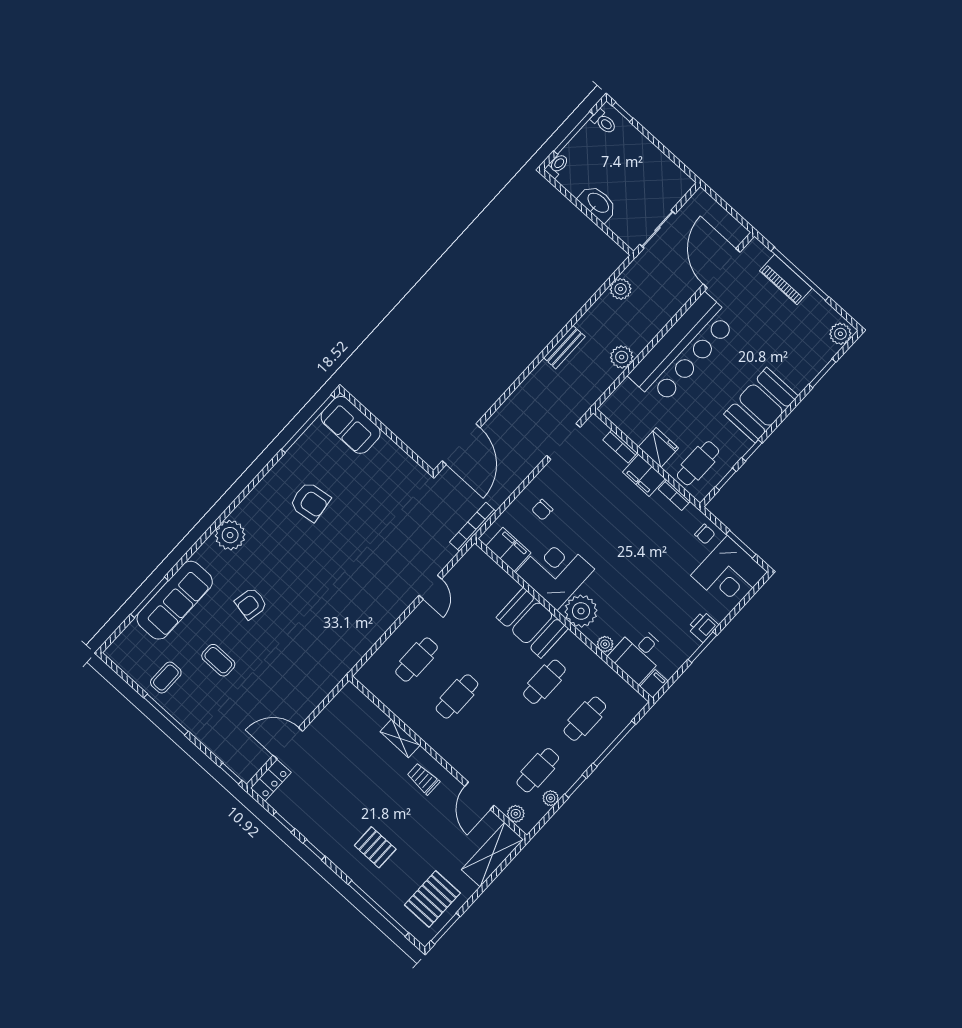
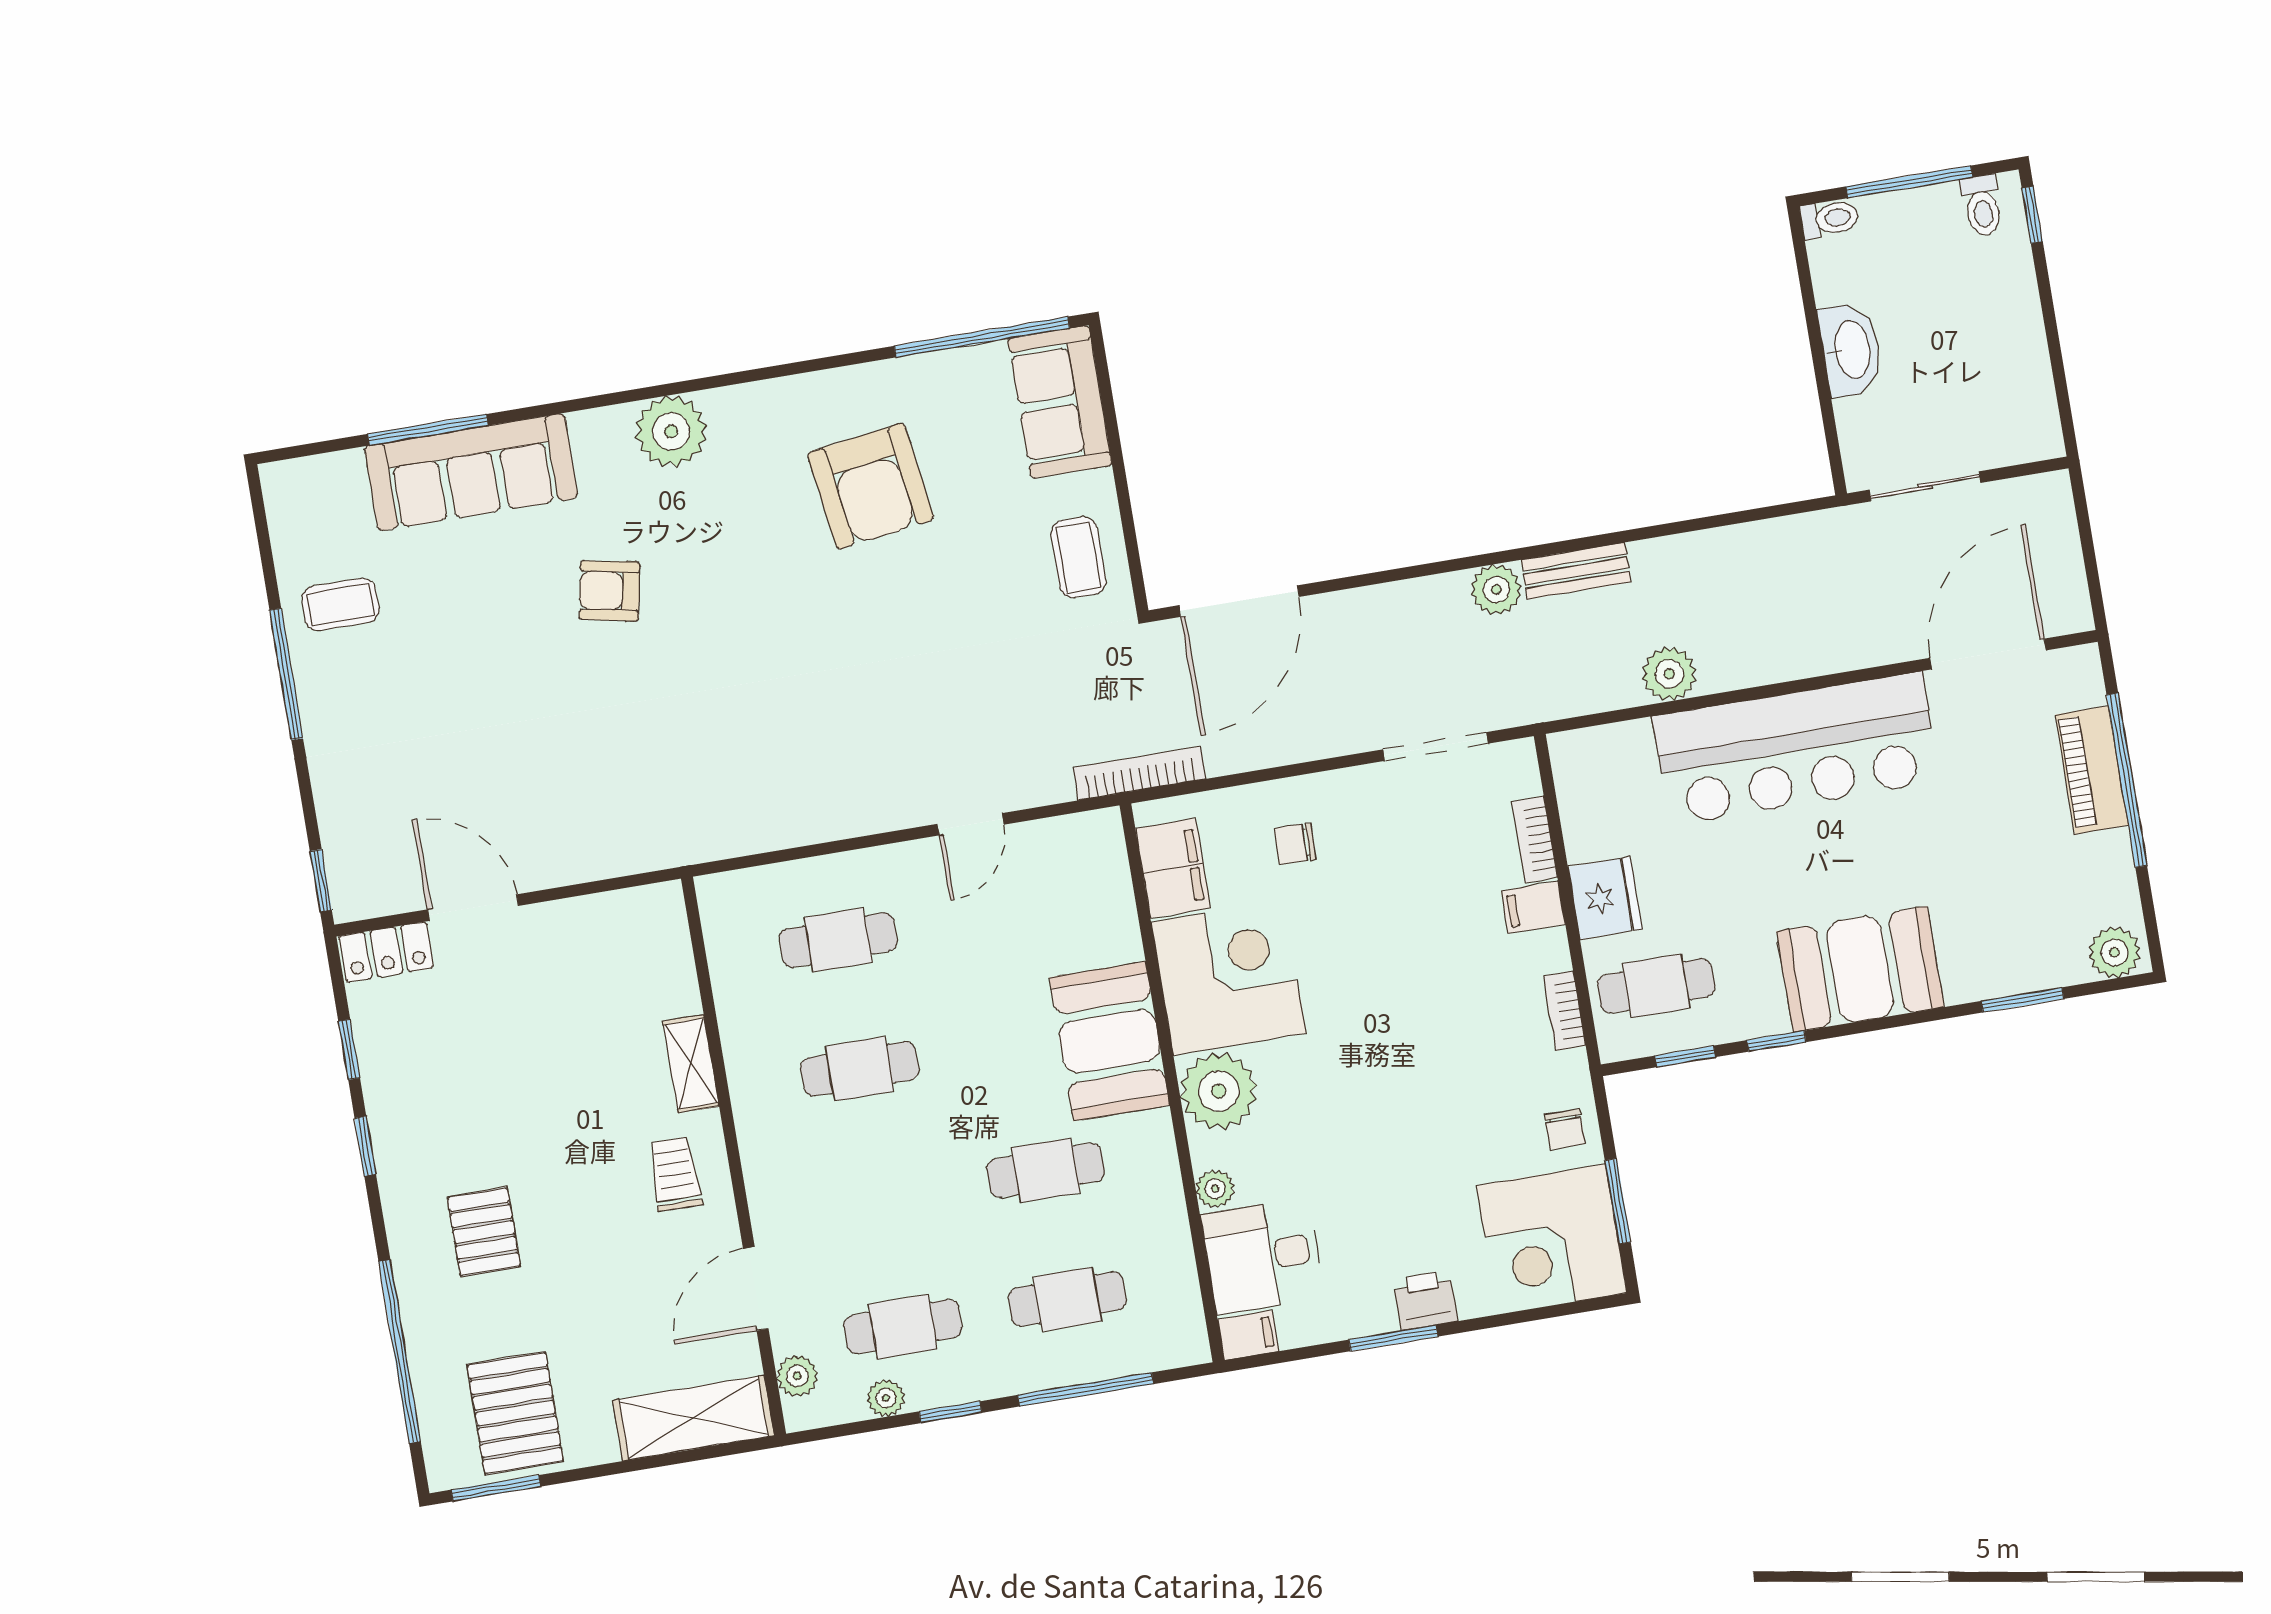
plant: (621, 289) -> (1496, 590), moved
filing cabinet: (644, 475) -> (1533, 907), width x0.50
armchair: (310, 502) -> (871, 486), width x1.36, depth x1.36
coffee table: (218, 660) -> (1078, 557), moved
pallet: (432, 899) -> (515, 1413), turned 90

